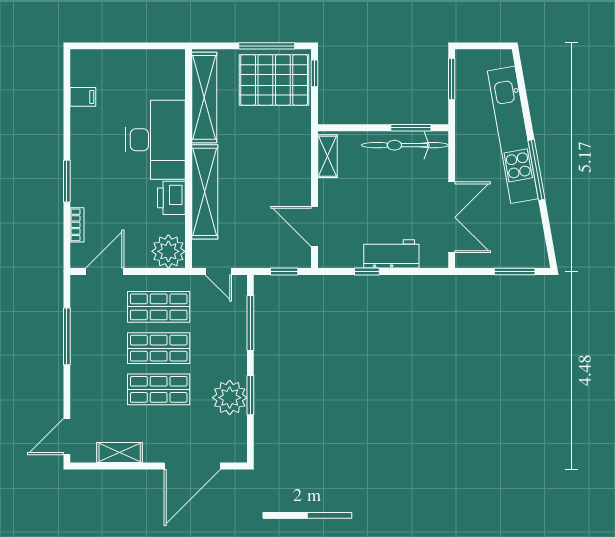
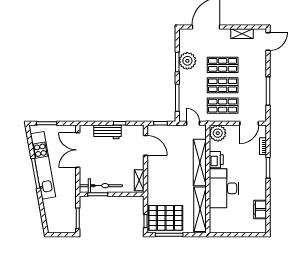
filing cabinet: (83, 97) -> (260, 209), width x2.00
kitchen unit: (513, 135) -> (43, 165), moved

